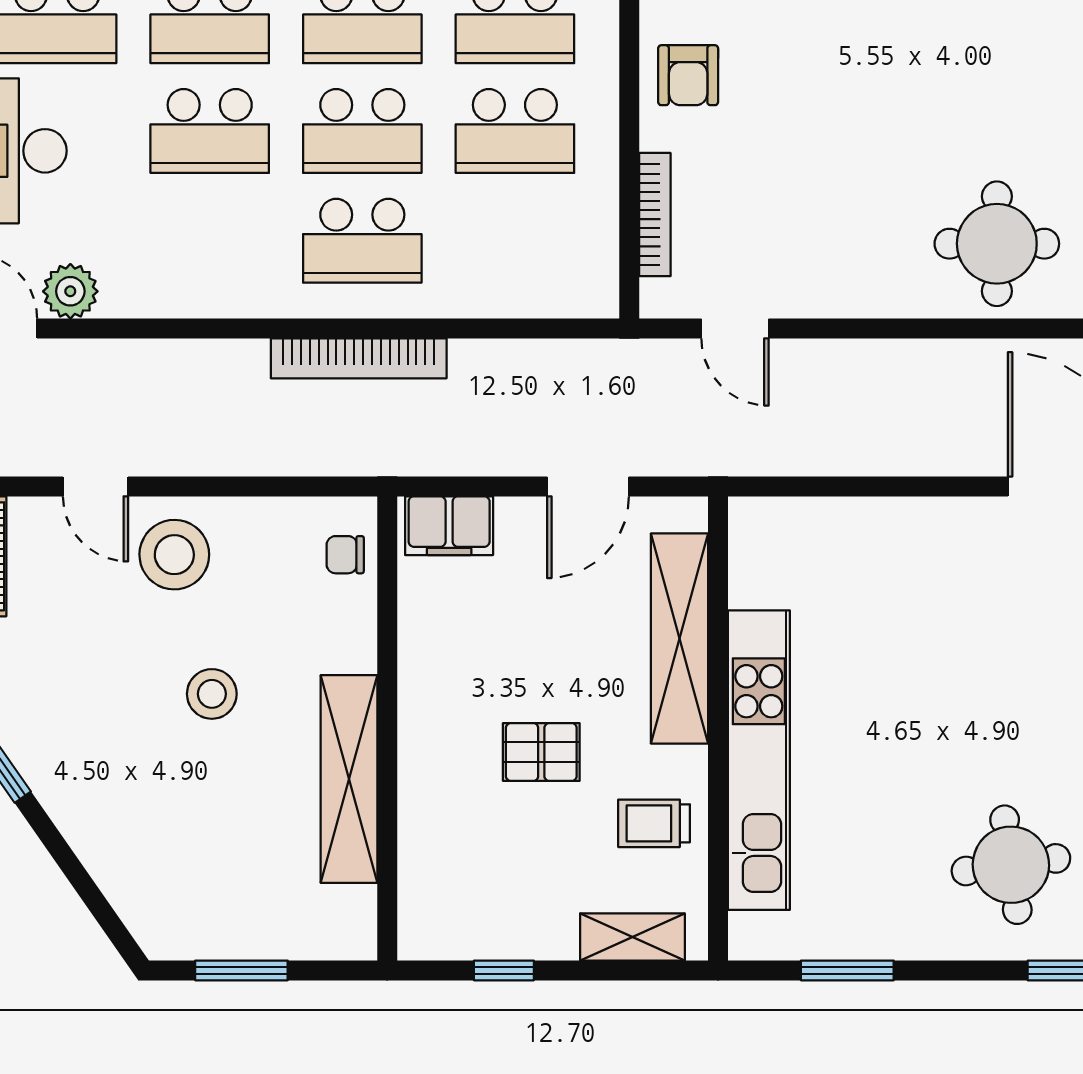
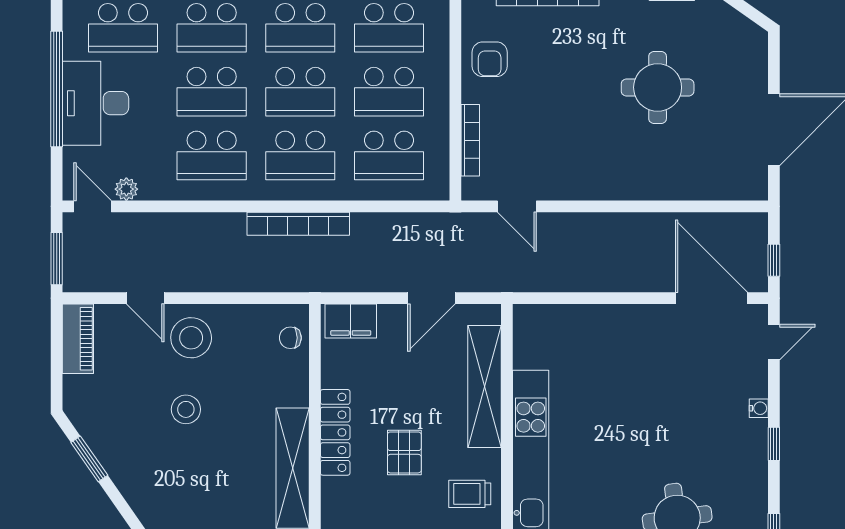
school desk: (210, 241) -> (212, 155), added
school desk: (515, 241) -> (389, 155), added
round table: (997, 244) -> (658, 87), moved
plant: (70, 291) -> (126, 189), width x0.73, depth x0.73
stool: (212, 694) -> (186, 409), moved
locker: (422, 717) -> (335, 432), added
pallet: (541, 752) -> (404, 452), turned 90

